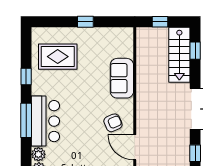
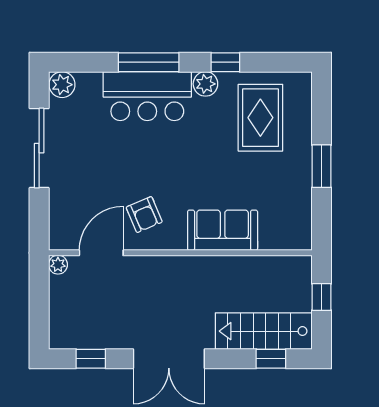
window: (85, 22) -> (322, 166), width x1.50
plant: (38, 154) -> (205, 84), moved

